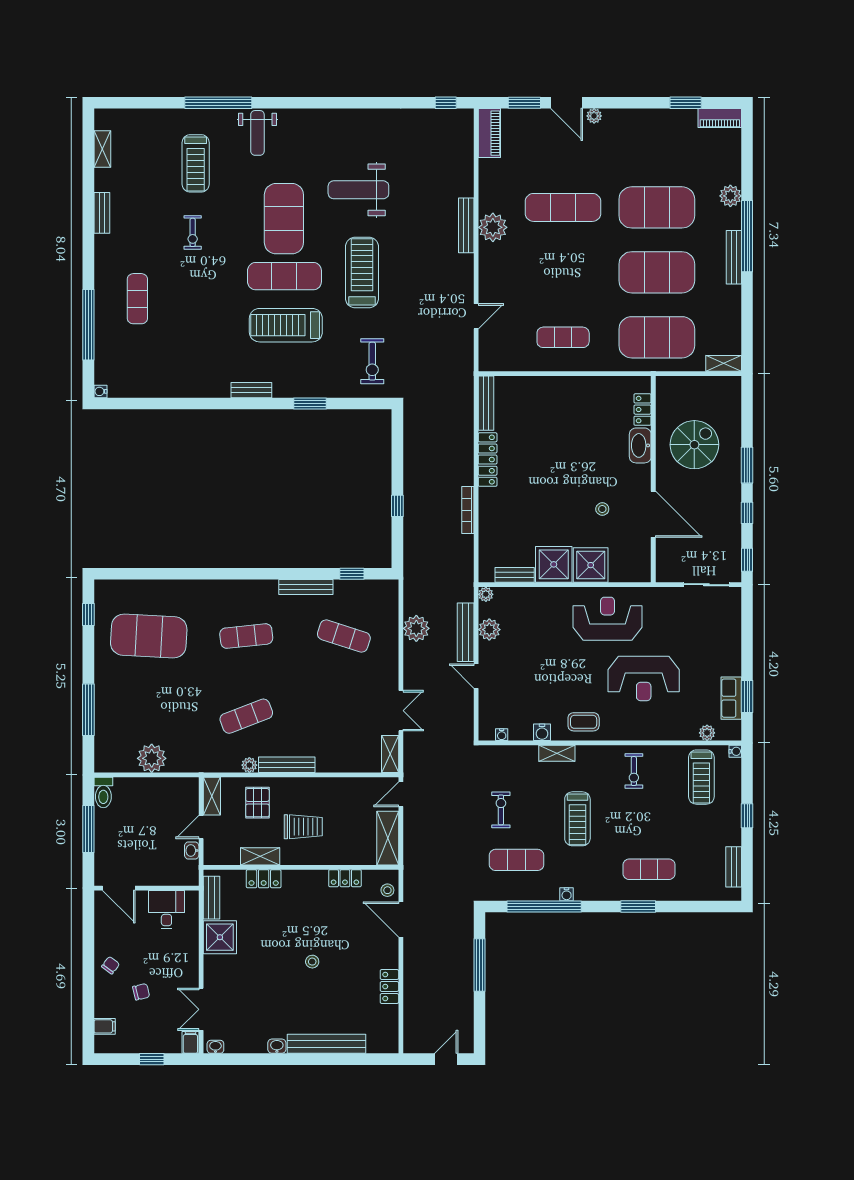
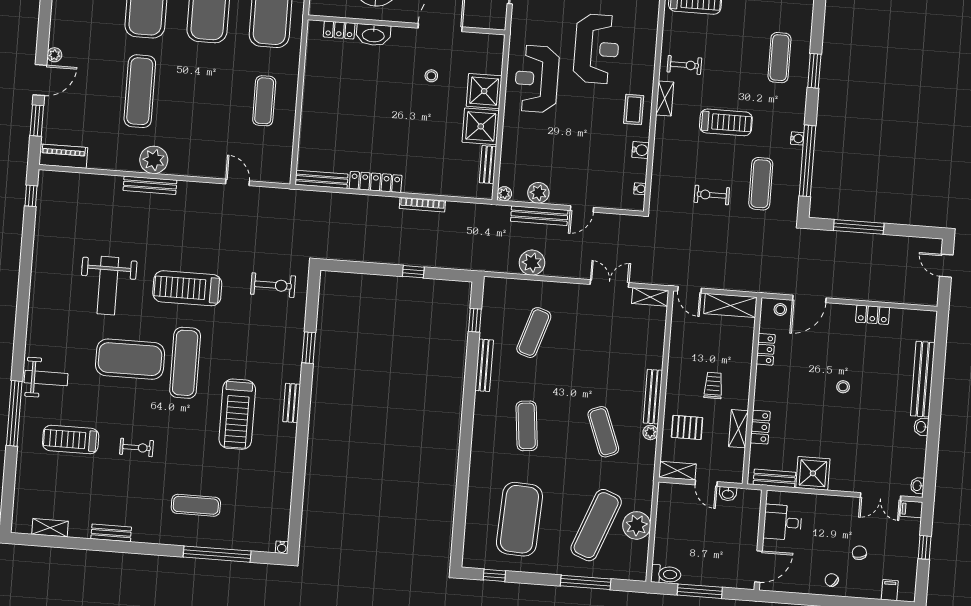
treadmill: (196, 163) -> (71, 440), turned 180
treadmill: (286, 325) -> (237, 414), moved
exercise mat: (149, 716) -> (596, 525), added
shelving: (557, 753) -> (665, 98), moved
trolley: (303, 827) -> (713, 385), width x0.73, depth x0.72

